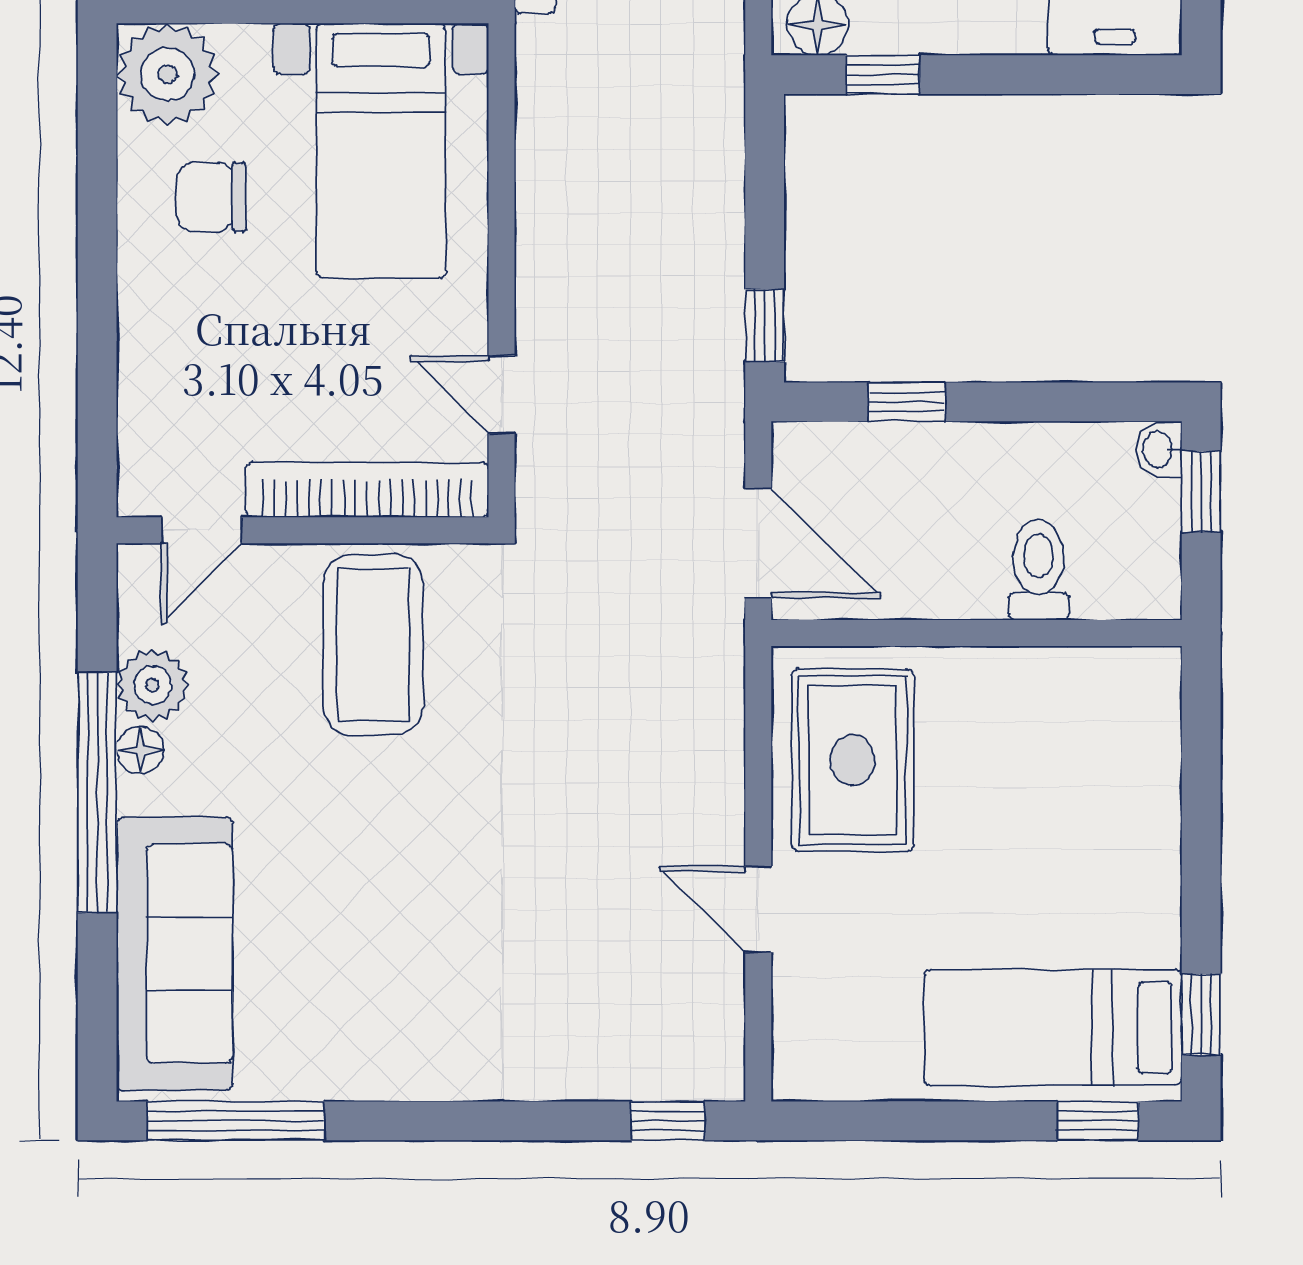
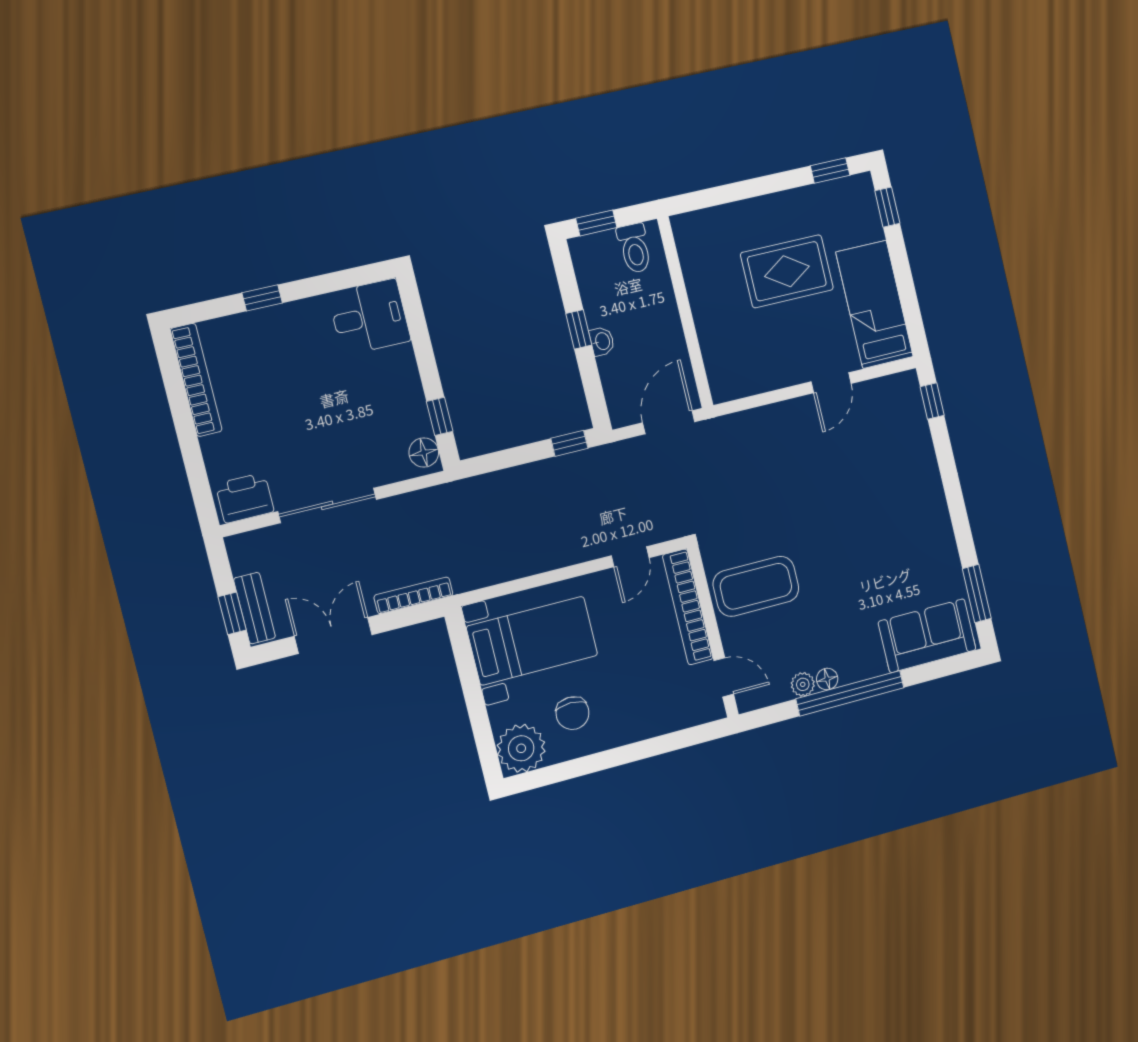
window: (907, 402) -> (579, 329), moved
washbasin: (1159, 450) -> (602, 341), moved, turned -90
toilet: (1039, 570) -> (634, 248), moved, turned -90
plant: (153, 685) -> (803, 684), width x0.73, depth x0.73
rug: (853, 760) -> (787, 271), moved
sofa: (175, 954) -> (927, 636), width x0.73
bed: (1053, 1027) -> (875, 304), moved, turned 180
window: (236, 1121) -> (977, 594), width x0.69

